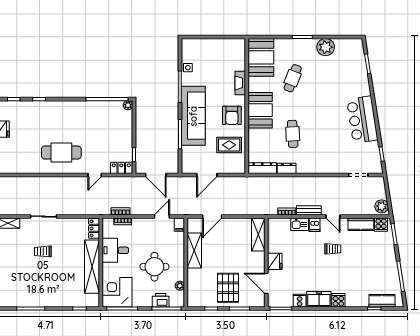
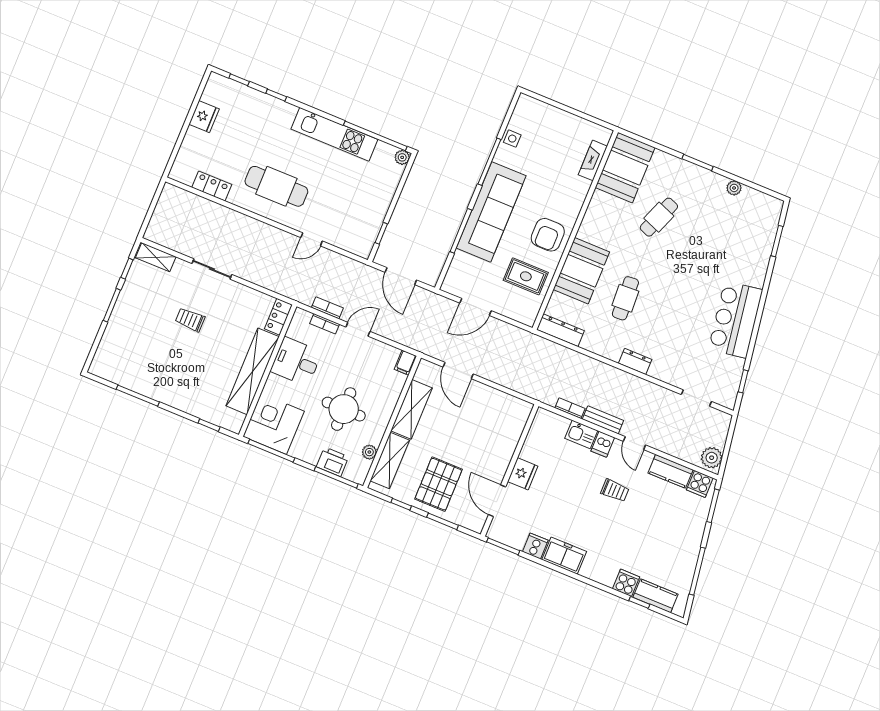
plant: (326, 47) -> (734, 188), width x0.53, depth x0.53
fireplace: (240, 83) -> (593, 160), moved
kitchen unit: (83, 108) -> (334, 134), added
booth: (260, 110) -> (581, 271), moved
locker: (121, 168) -> (212, 186), moved
dresser: (287, 168) -> (635, 361), moved
door: (162, 216) -> (358, 329), moved
door: (212, 216) -> (458, 370), hinge flipped
shelving: (258, 235) -> (390, 461), moved
cooker: (338, 300) -> (626, 583), moved

